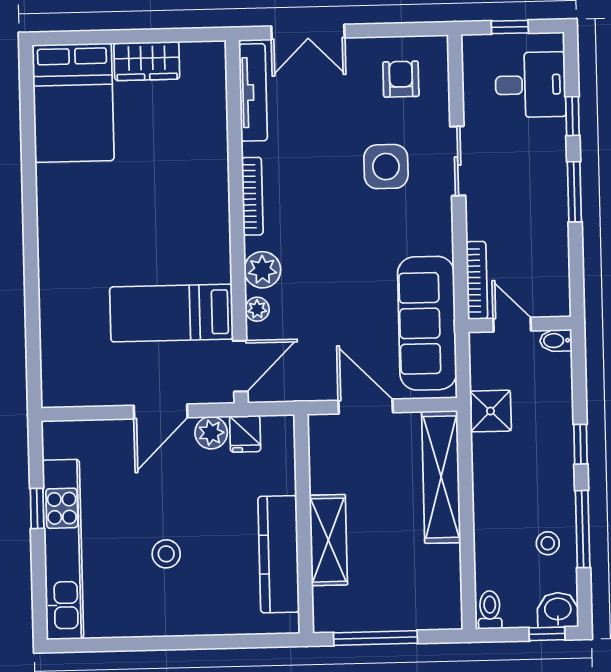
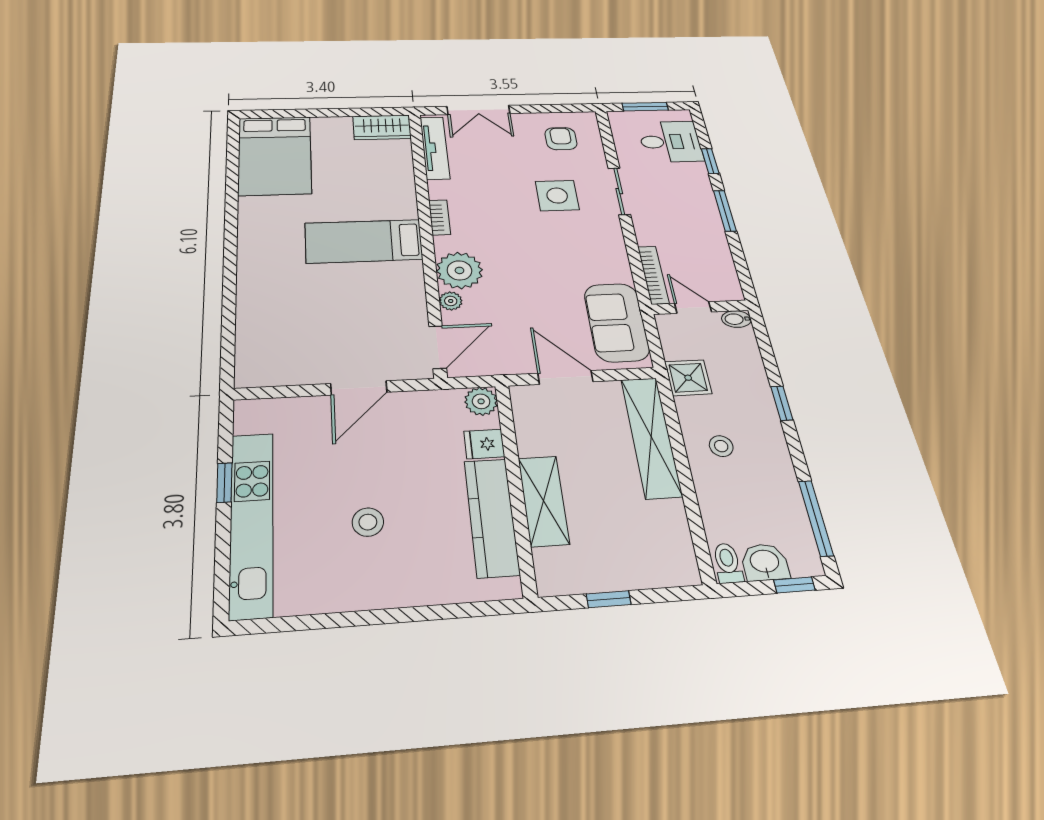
window: (510, 27) -> (645, 107), width x1.50
wardrobe: (147, 61) -> (382, 127), moved
bookcase: (252, 196) -> (440, 217), width x0.64
plant: (262, 270) -> (459, 270), width x1.36, depth x1.36
bed: (171, 313) -> (364, 241), moved
sofa: (427, 323) -> (617, 322), width x0.73
plant: (211, 433) -> (481, 401), moved
fridge: (245, 434) -> (484, 444), moved, turned 90
window: (583, 529) -> (816, 518), moved
stool: (548, 543) -> (721, 446), moved
washbasin: (558, 610) -> (765, 562), moved
window: (375, 638) -> (609, 599), width x0.46

